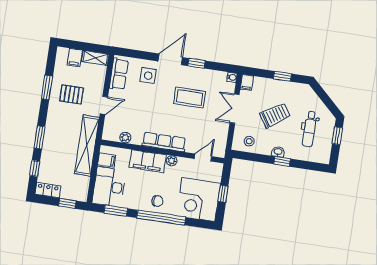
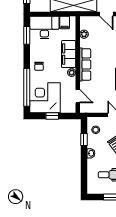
window: (282, 161) -> (84, 140), moved
window: (161, 218) -> (27, 87), moved

